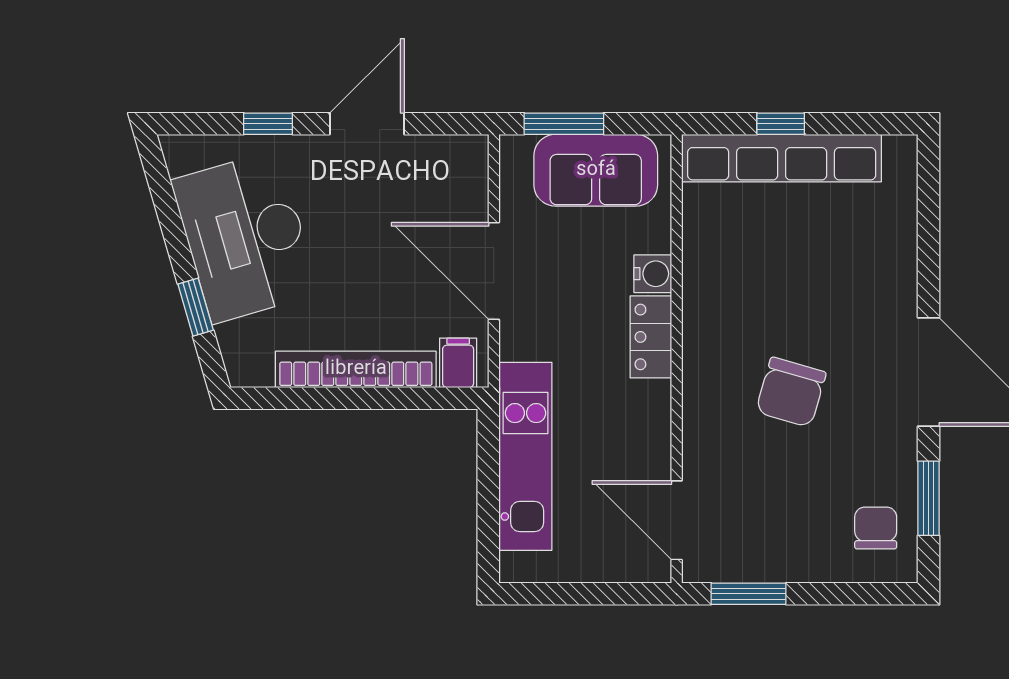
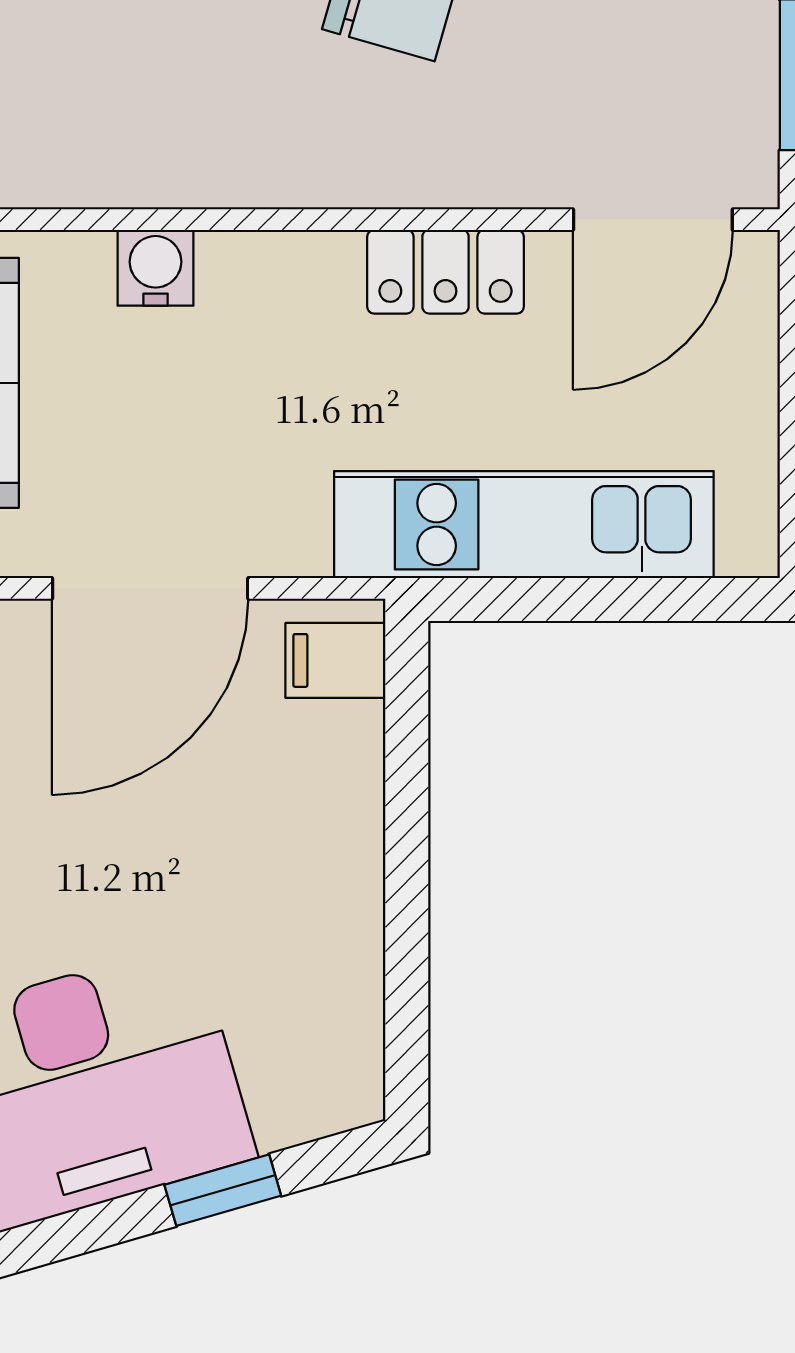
locker: (651, 337) -> (445, 272), moved
bookcase: (356, 369) -> (349, 867), removed

